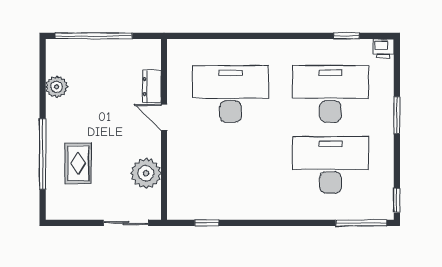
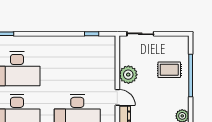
rug: (78, 163) -> (169, 70), turned 90
plant: (146, 173) -> (128, 75), moved

